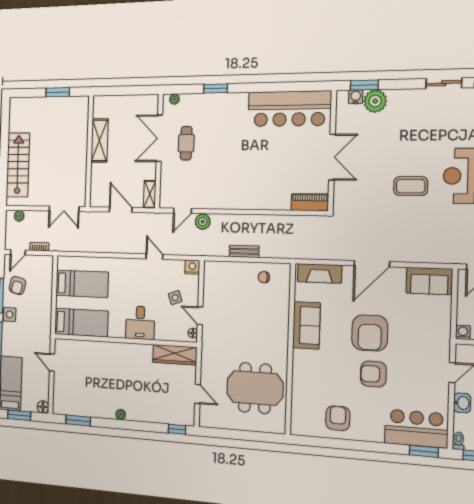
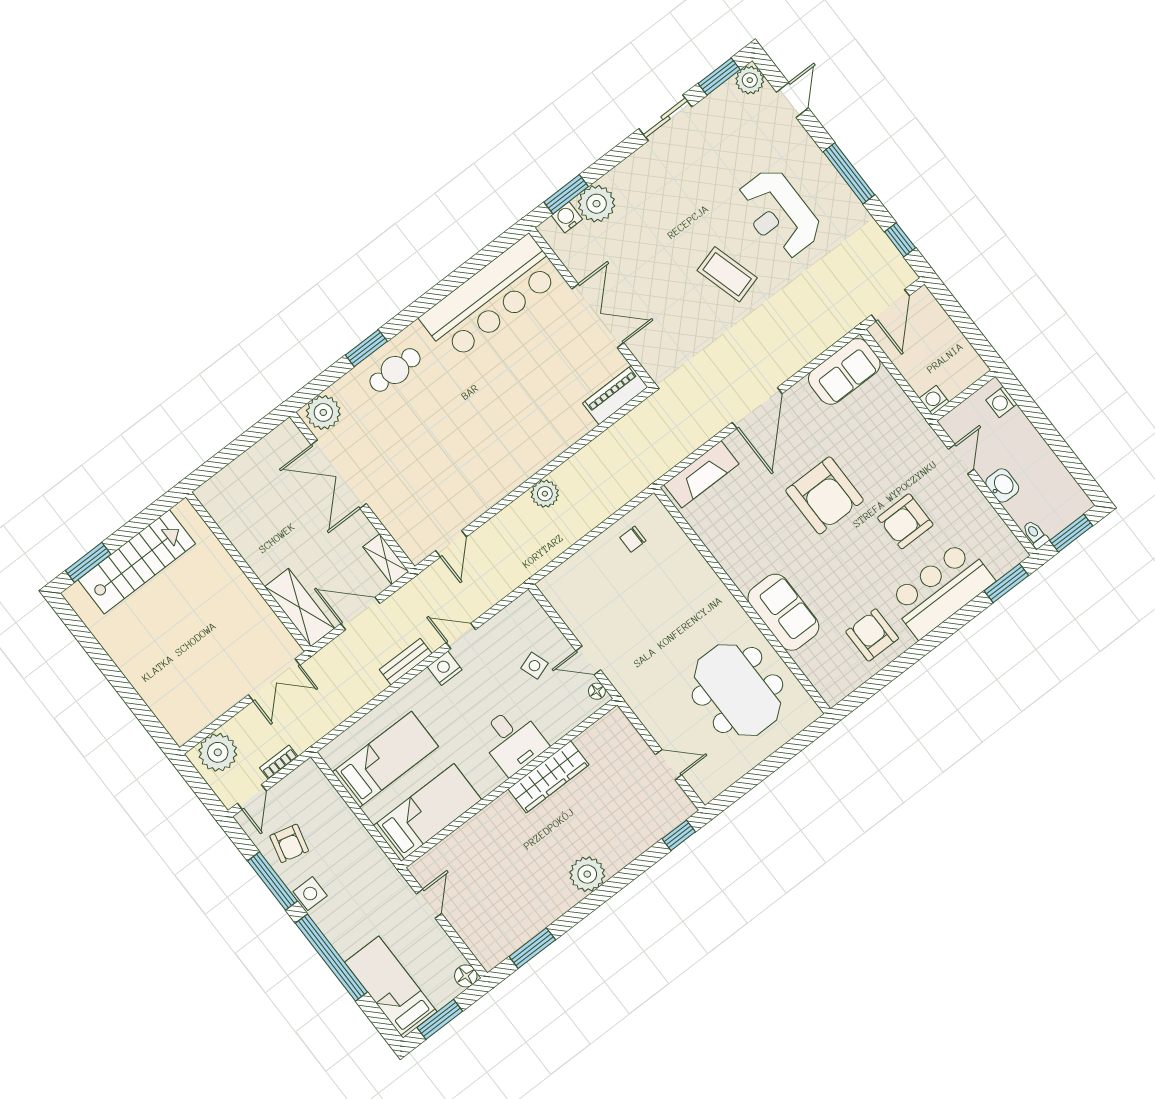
window: (58, 92) -> (88, 562), moved
plant: (174, 99) -> (323, 412), width x1.88, depth x1.88
shelving: (99, 140) -> (300, 607), moved
cafe table: (186, 143) -> (395, 370), moved, turned 90
stairs: (18, 165) -> (137, 562), moved, turned 90
coffee table: (411, 186) -> (727, 274), turned 74
plant: (19, 216) -> (218, 752), width x1.87, depth x1.87
plant: (203, 222) -> (545, 494), moved
bench: (244, 251) -> (406, 662), moved
nightstand: (192, 267) -> (445, 668), moved
sofa: (306, 325) -> (783, 612), moved
wardrobe: (175, 355) -> (548, 777), moved
door: (52, 362) -> (429, 904), swing flipped
armchair: (373, 374) -> (905, 521), moved
meeting table: (255, 388) -> (737, 690), turned 90
plant: (121, 414) -> (587, 874), width x1.88, depth x1.88
bar counter: (416, 428) -> (941, 590), moved

